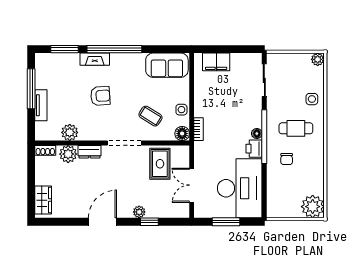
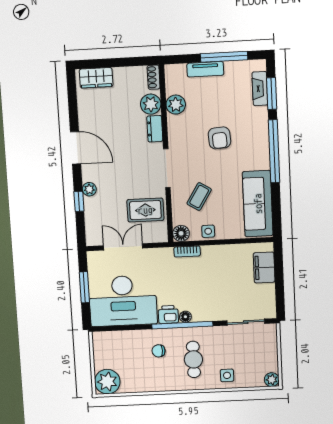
fireplace: (95, 59) -> (260, 89), moved
sofa: (167, 65) -> (258, 204), width x1.36

